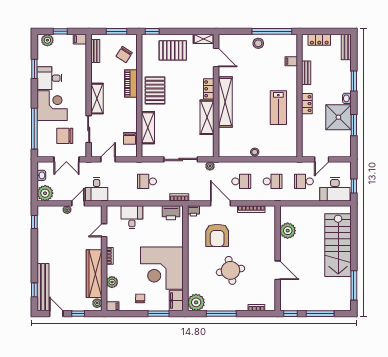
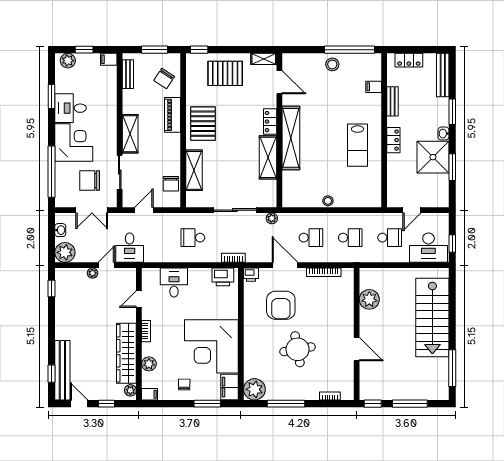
bench: (346, 47) -> (443, 75), width x1.36
school desk: (304, 181) -> (390, 238), turned 180

